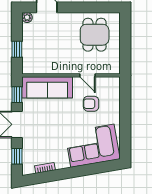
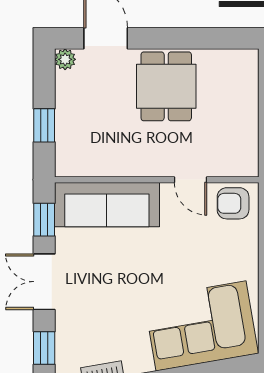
dining table: (95, 35) -> (166, 86), moved
armchair: (91, 104) -> (233, 203), moved

